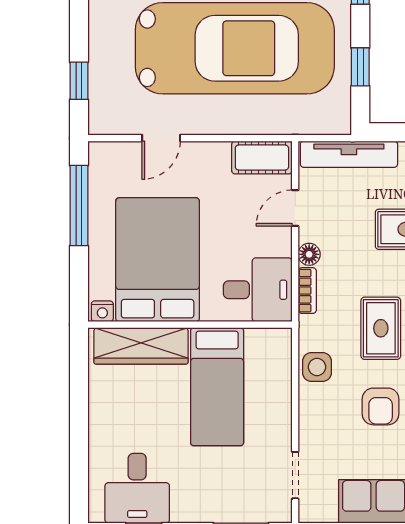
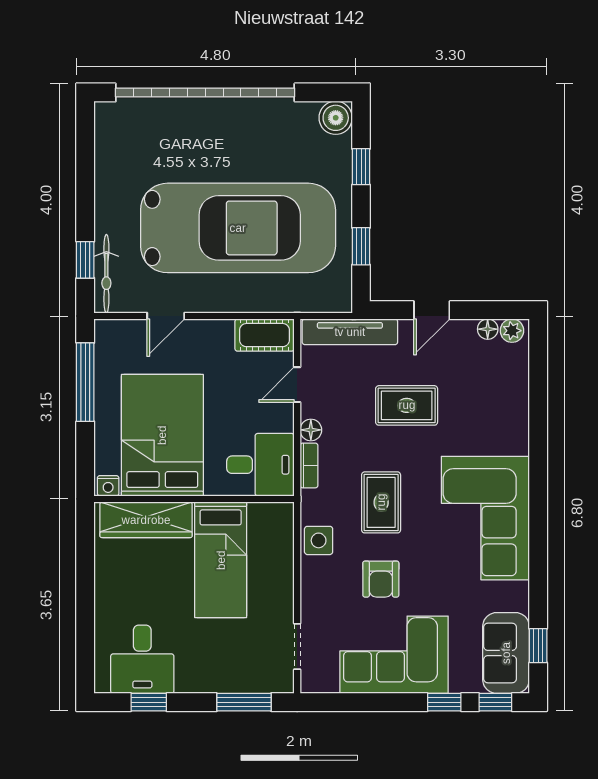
bicycle: (101, 95) -> (106, 274), added

